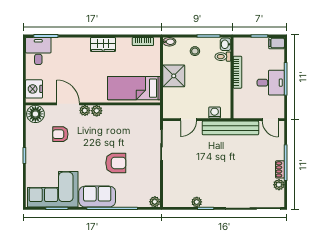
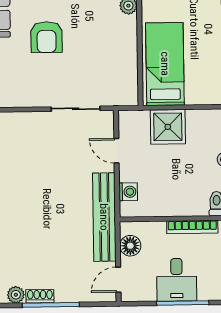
shower: (174, 76) -> (168, 127), moved
floor lamp: (249, 112) -> (130, 246), added

